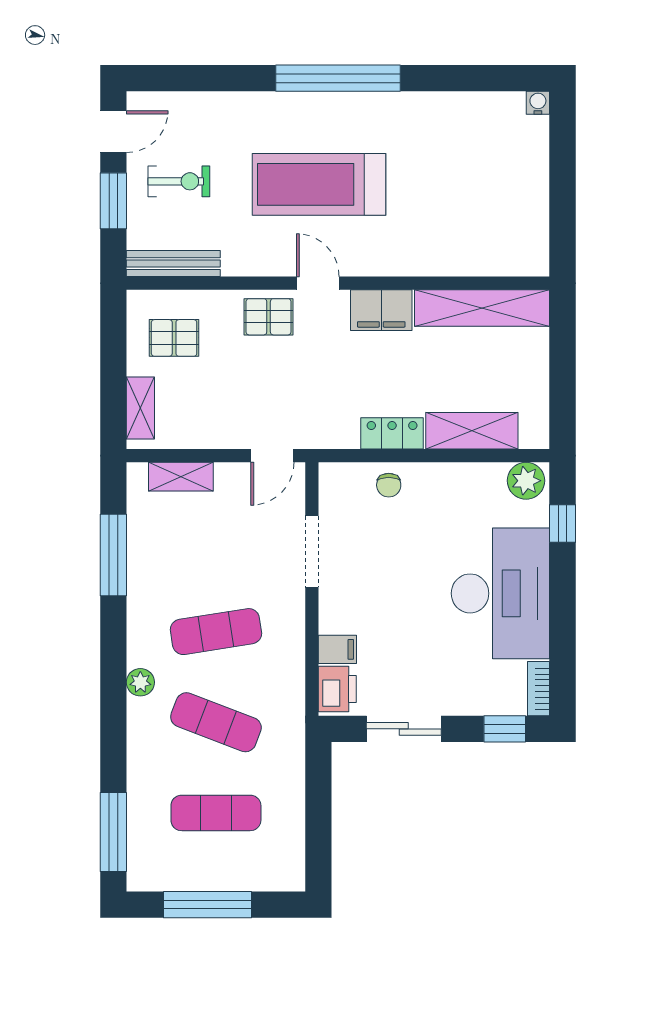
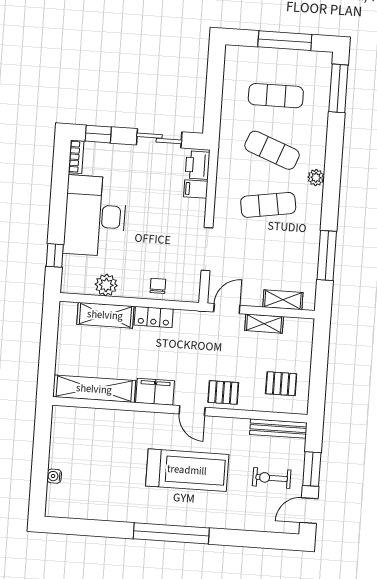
water cooler: (538, 103) -> (54, 476), moved, turned 90
shelving: (140, 408) -> (264, 324), moved, turned 90
plant: (526, 481) -> (106, 285), moved

